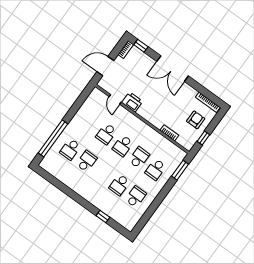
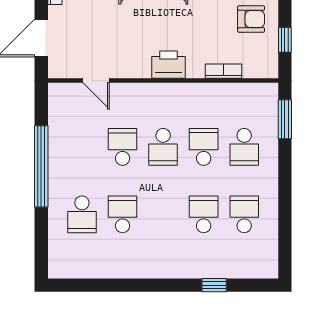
printer: (132, 102) -> (168, 65), moved
armchair: (196, 120) -> (251, 19), turned 90
school desk: (106, 134) -> (123, 147), turned 180
window: (53, 138) -> (41, 166), moved
school desk: (119, 185) -> (204, 214), turned 180

